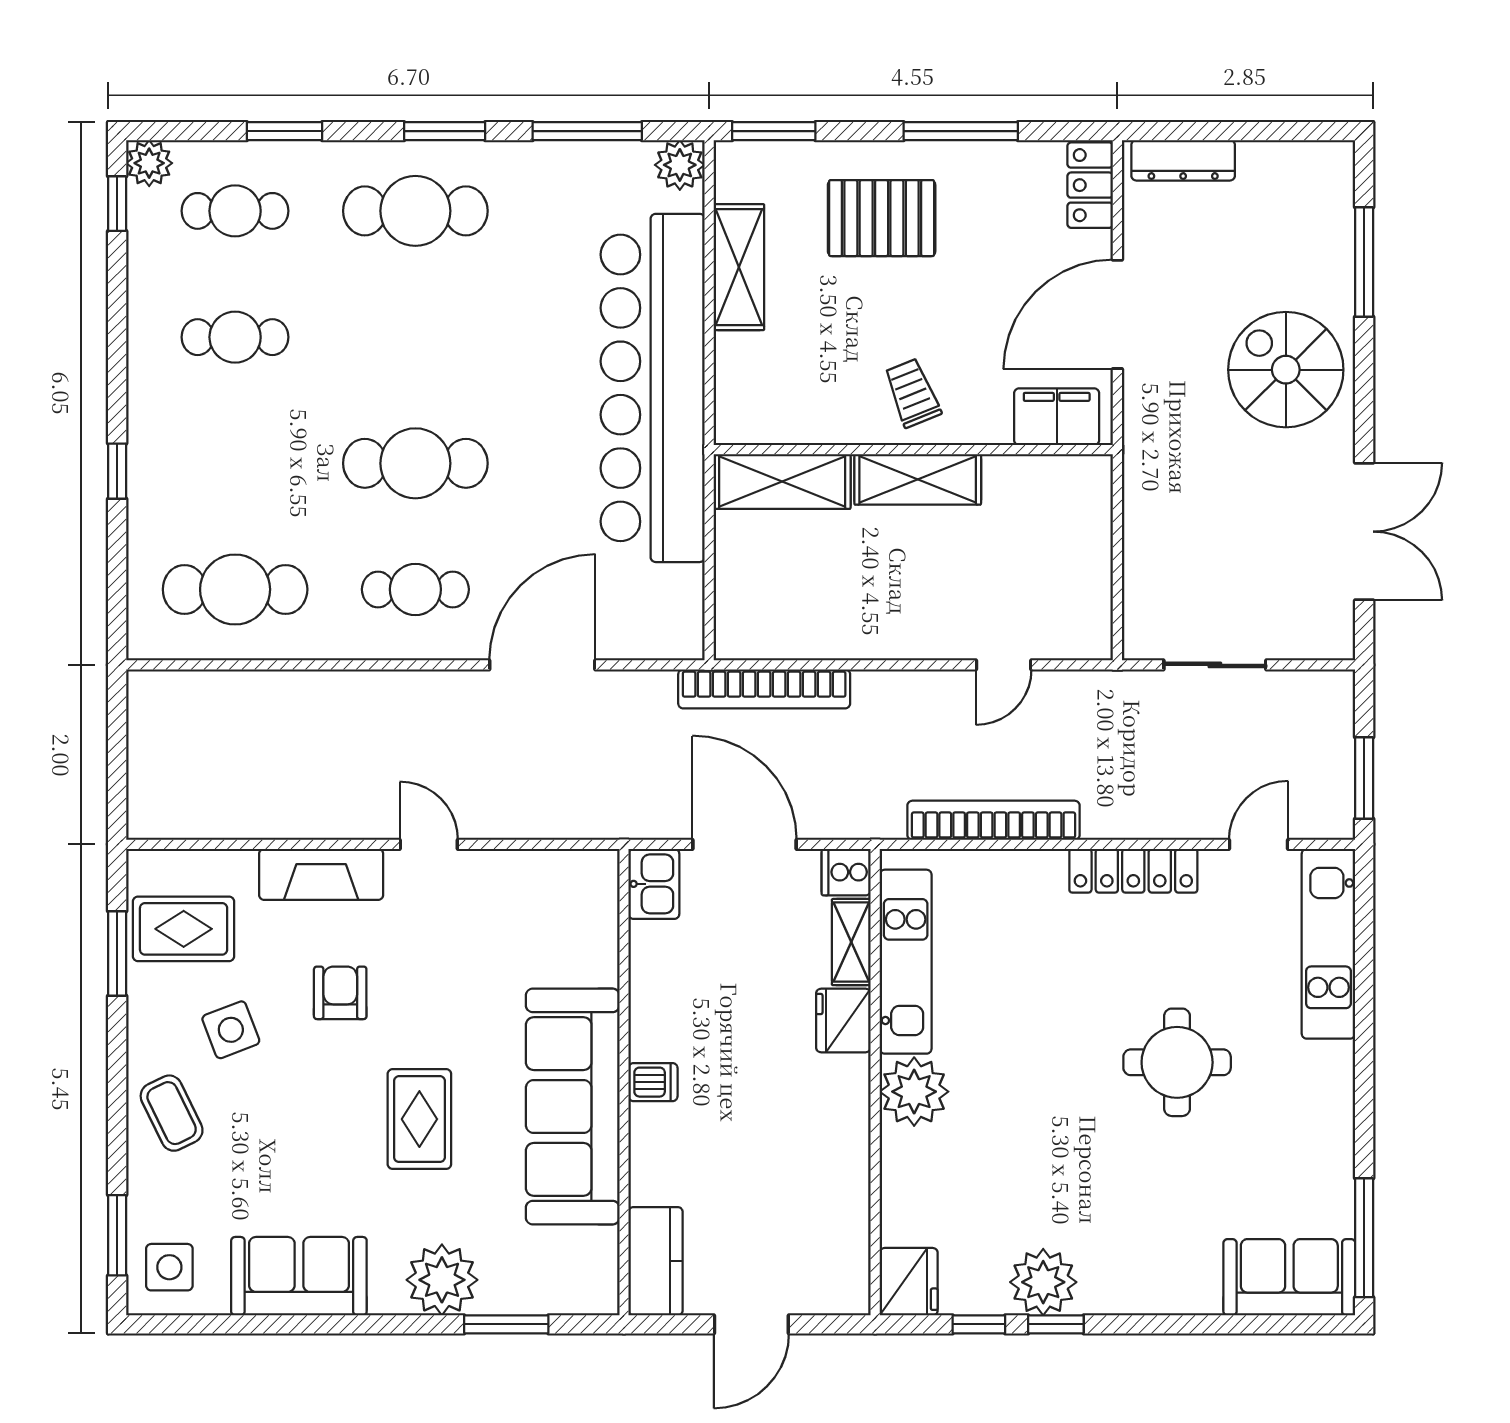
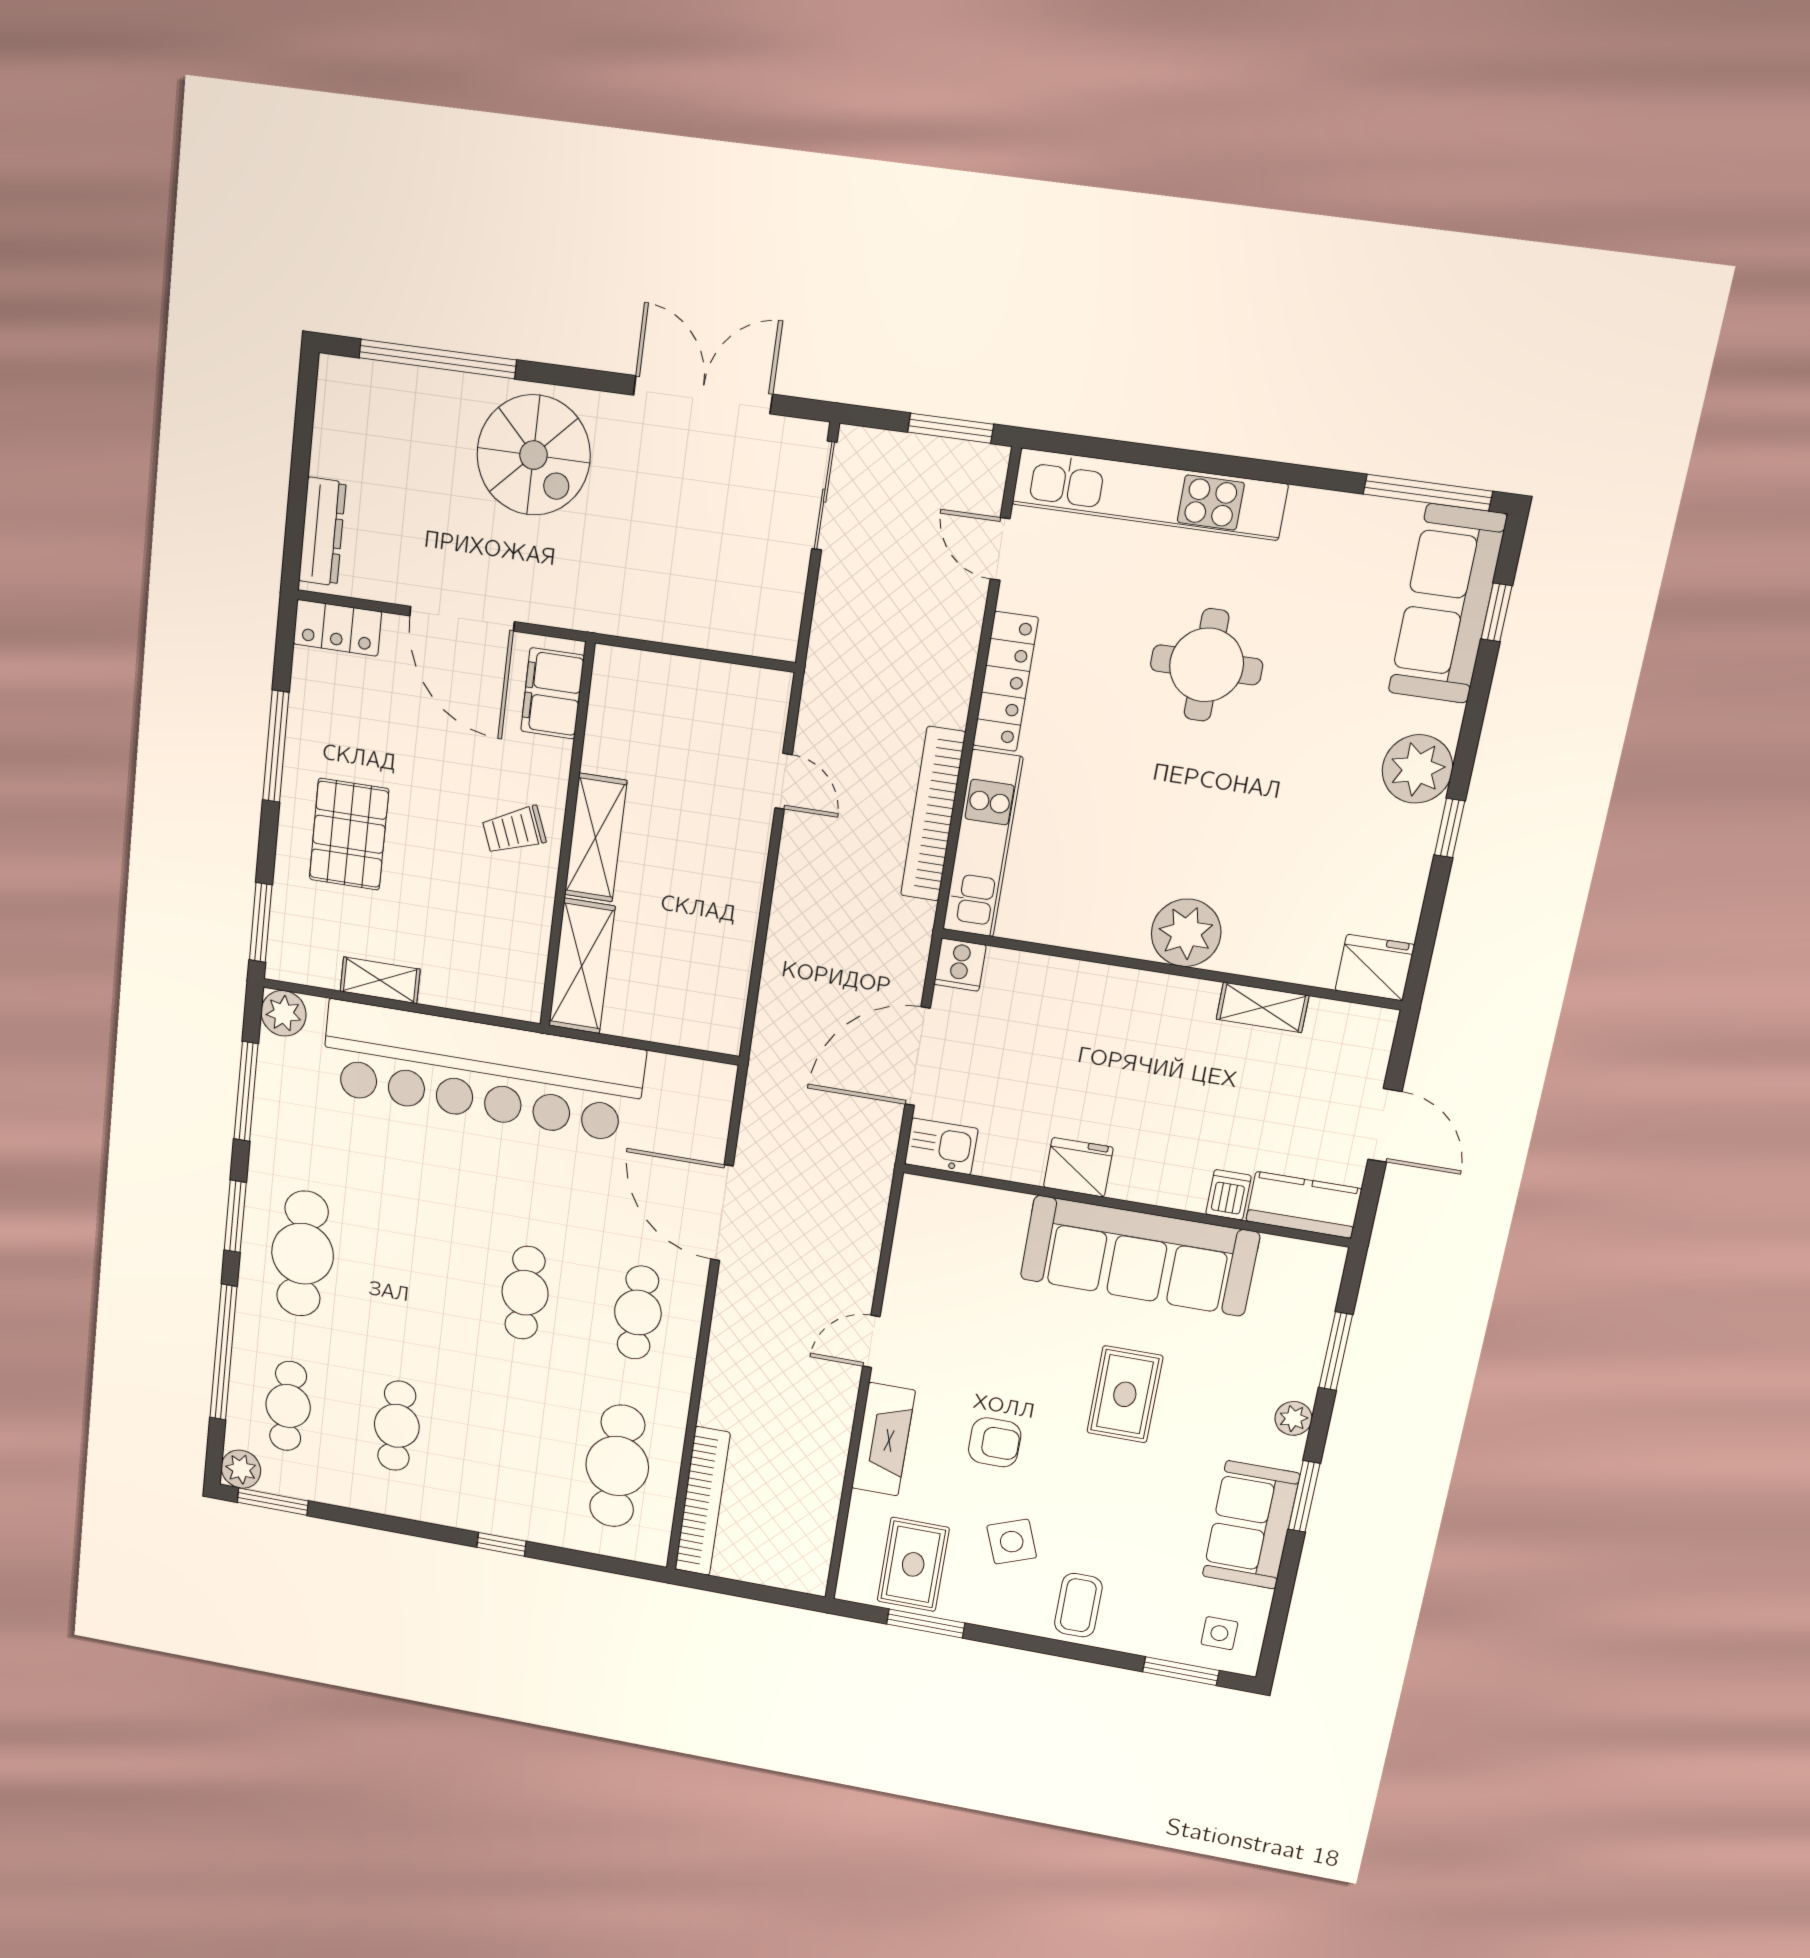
window: (285, 131) -> (223, 1352), width x2.11
window: (117, 204) -> (273, 1502), width x1.50
window: (1364, 262) -> (438, 359), width x1.46
shelving: (739, 267) -> (380, 980), width x0.67, depth x0.75
spiral stairs: (1286, 370) -> (534, 455), turned -90
cafe table: (415, 463) -> (525, 1293), width x0.73, depth x0.74
sliding door: (1215, 665) -> (824, 496), moved
bookcase: (764, 689) -> (702, 1501), moved
shelving: (851, 942) -> (1263, 1007), moved
kitchen unit: (1328, 944) -> (1149, 494), width x1.36
kitchen unit: (906, 962) -> (983, 844), moved, turned 90
armchair: (340, 993) -> (995, 1442), turned 180
fridge: (843, 1021) -> (1078, 1167), moved, turned 180
dishwasher: (653, 1082) -> (1229, 1195), moved
coffee table: (172, 1113) -> (1078, 1605), turned -64
rug: (419, 1119) -> (1125, 1394), turned 90
side table: (169, 1267) -> (1219, 1633), width x0.73, depth x0.73
sofa: (1289, 1277) -> (1447, 604), width x1.36
plant: (442, 1280) -> (1293, 1418), width x0.53, depth x0.53
plant: (1043, 1282) -> (1417, 769), moved
window: (342, 1324) -> (1304, 1496), added
window: (979, 1324) -> (1496, 612), moved

